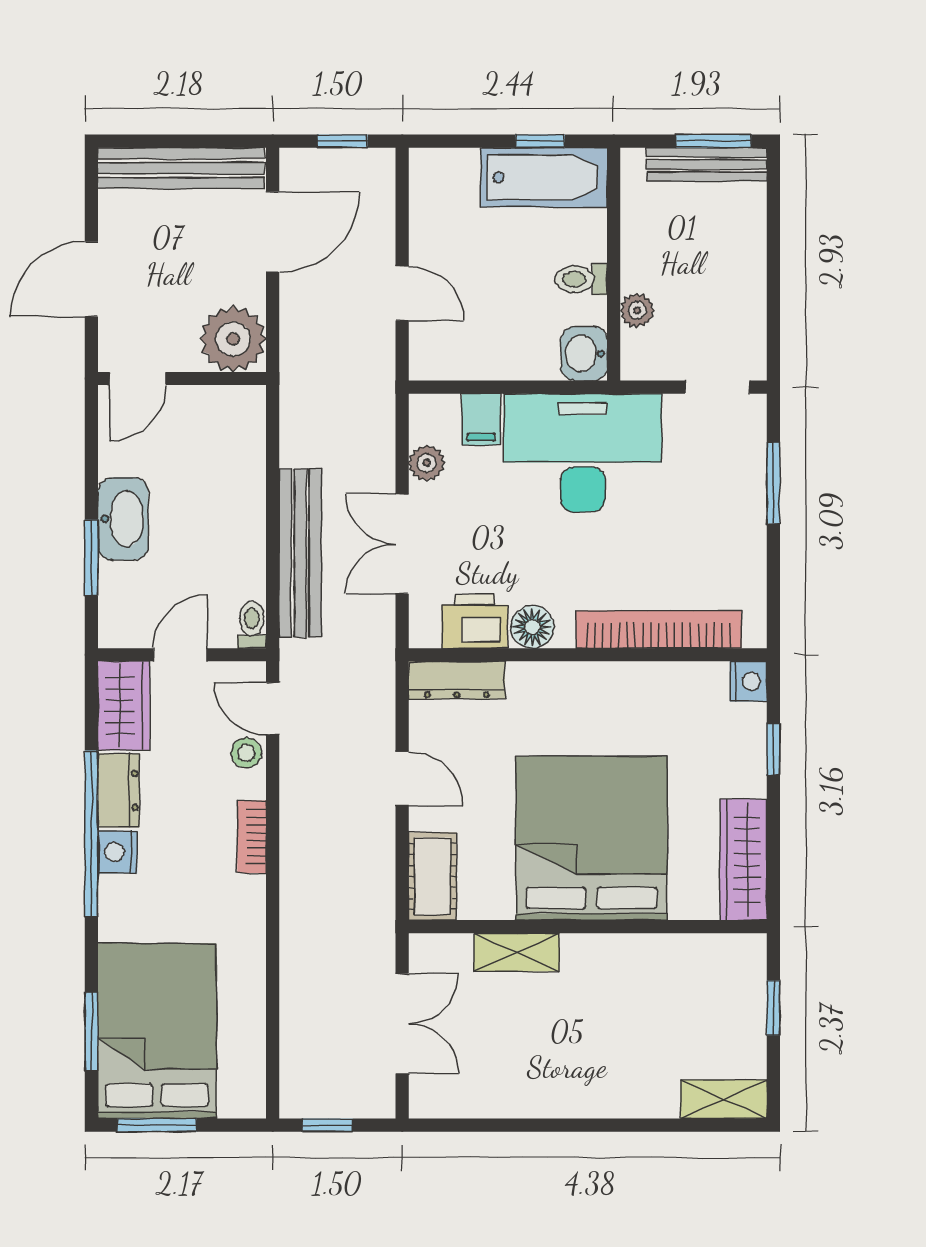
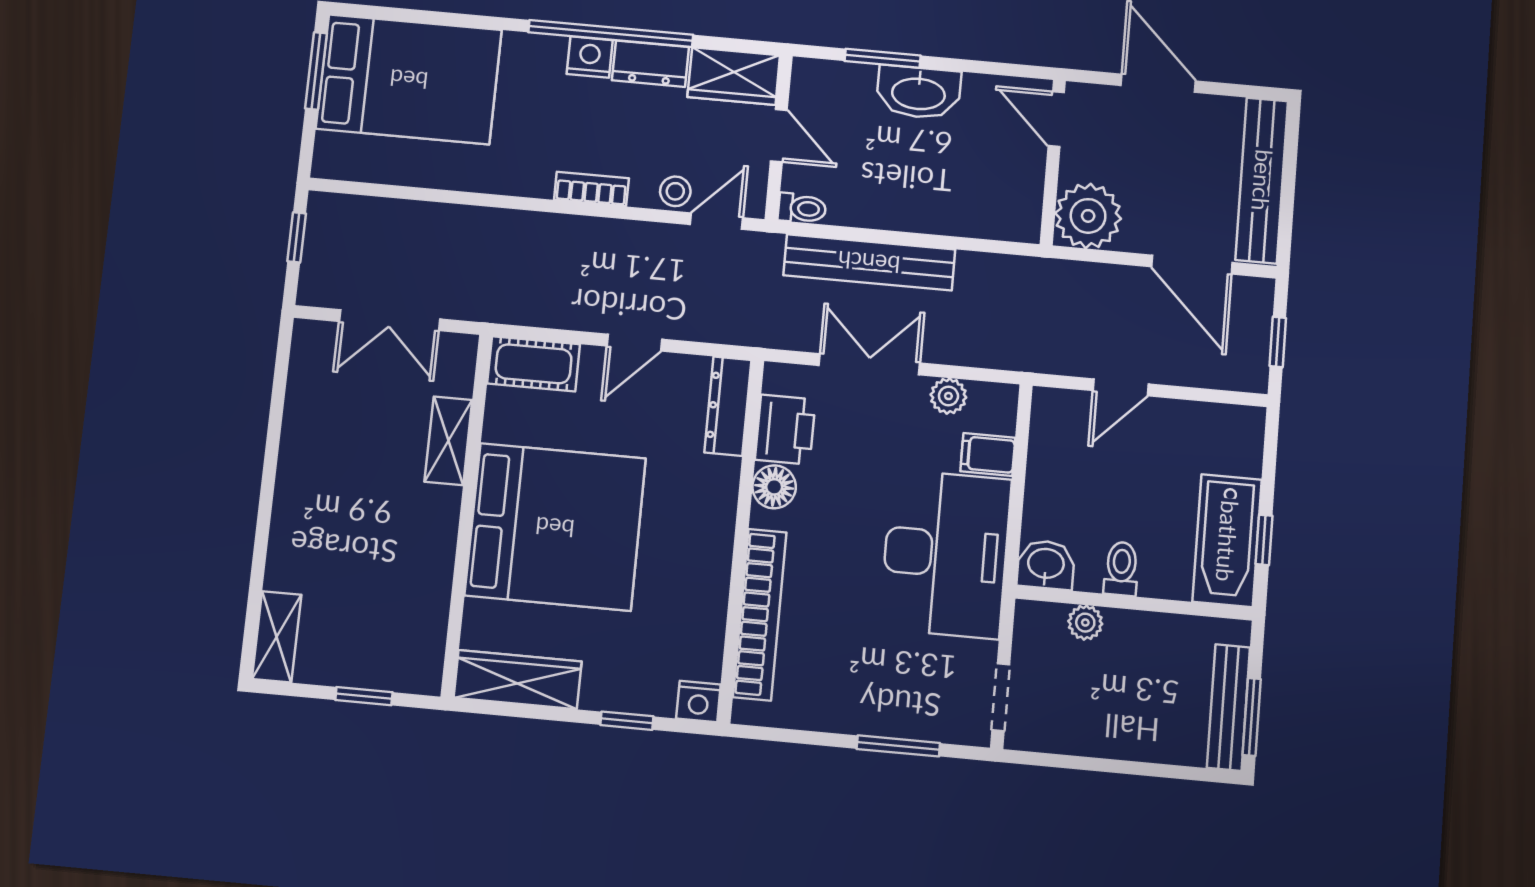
window: (91, 1031) -> (416, 16), removed

